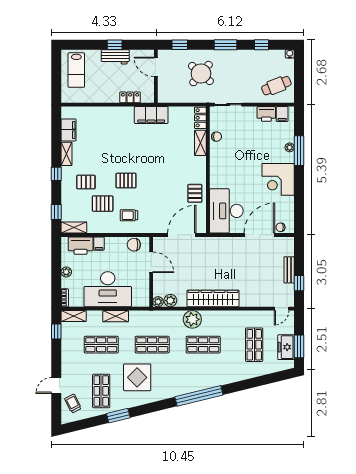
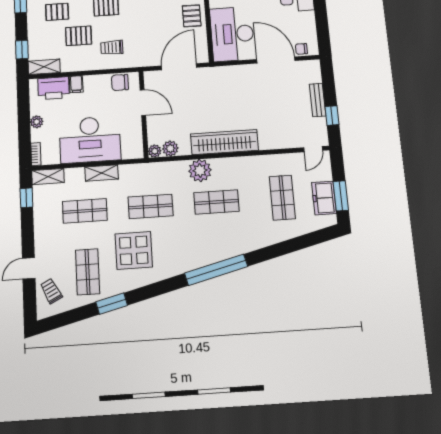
door: (259, 235) -> (276, 60), hinge flipped

